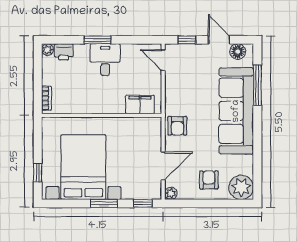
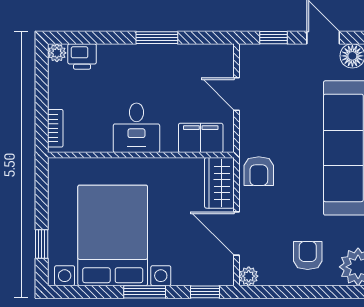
window: (97, 40) -> (157, 38), moved
desk: (105, 60) -> (136, 128), moved, turned 180
door: (163, 60) -> (237, 94), moved
wardrobe: (152, 133) -> (219, 183), added
door: (163, 166) -> (237, 234), swing flipped

